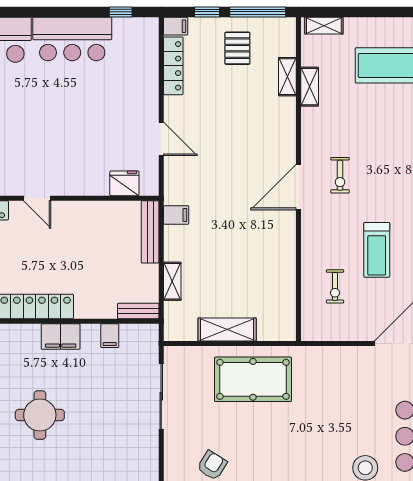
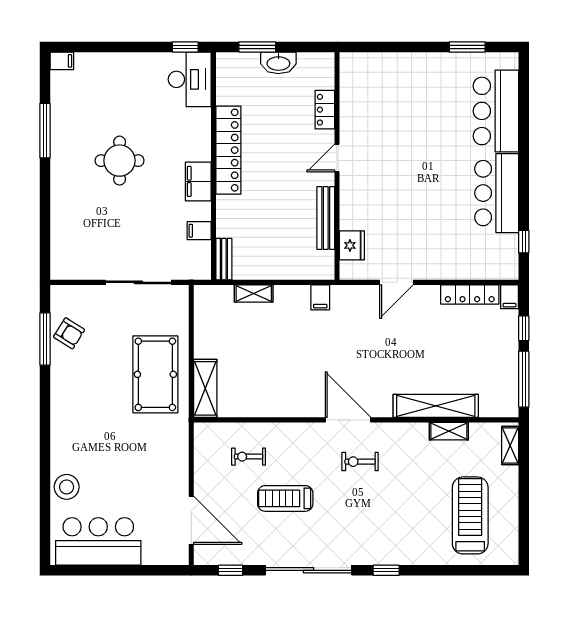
pallet: (237, 48) -> (487, 359), removed
shelving: (287, 77) -> (436, 406), width x2.20, depth x1.33
bench: (150, 232) -> (326, 218), moved, turned 90
shelving: (227, 329) -> (205, 388), moved

